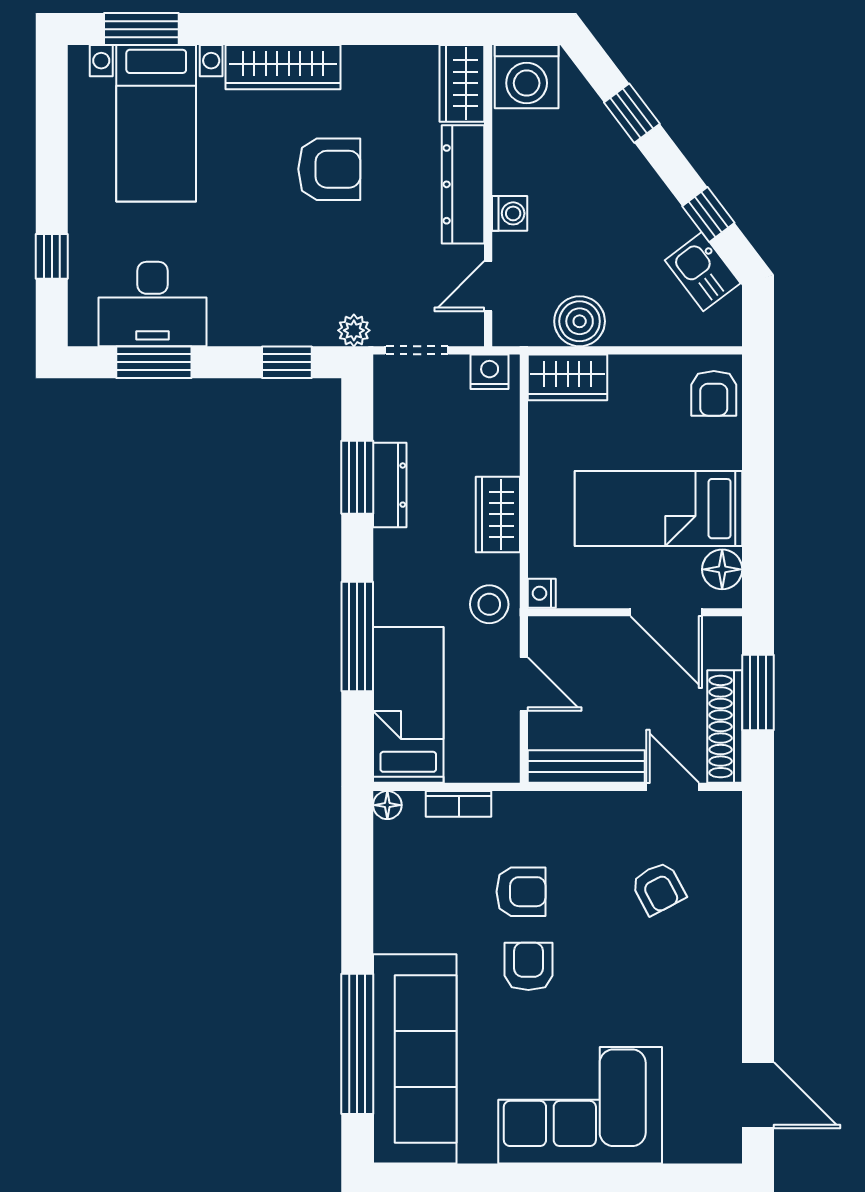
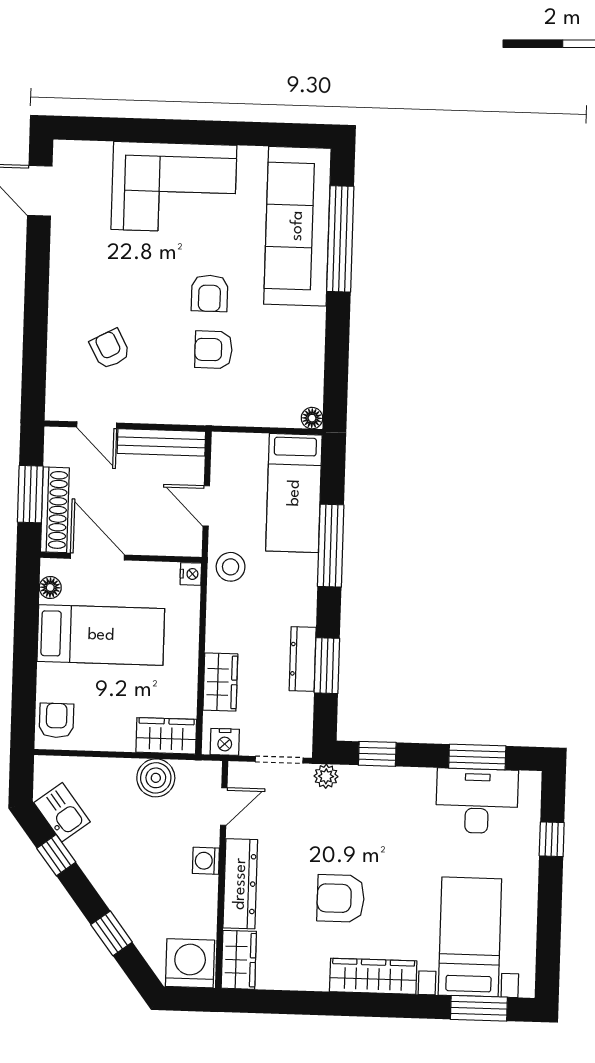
wardrobe: (498, 514) -> (220, 682), moved
floor lamp: (722, 569) -> (50, 588), width x0.73, depth x0.73
shoe rack: (725, 727) -> (55, 510), moved
bookcase: (459, 804) -> (258, 417), removed

